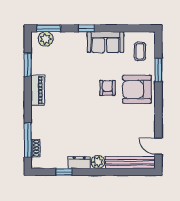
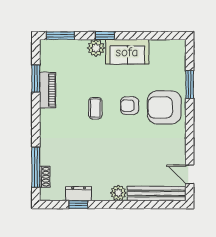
plant: (46, 39) -> (96, 48), moved
coffee table: (140, 51) -> (95, 108), moved
armchair: (107, 88) -> (130, 106), turned -90
piano: (38, 90) -> (48, 90), moved
dresser: (79, 163) -> (79, 194), moved

